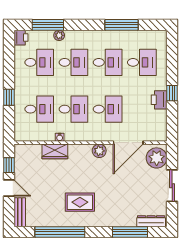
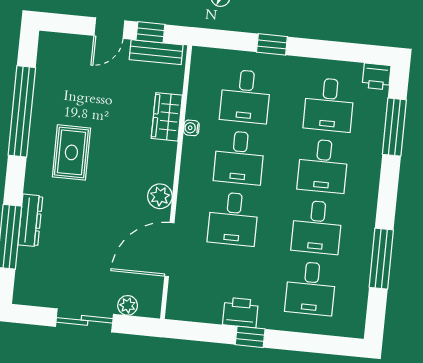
plant: (59, 35) -> (374, 145), removed
door: (128, 143) -> (169, 249), hinge flipped
plant: (157, 158) -> (128, 305), width x0.53, depth x0.53
bench: (20, 212) -> (156, 52), moved
dresser: (151, 221) -> (30, 220), moved

